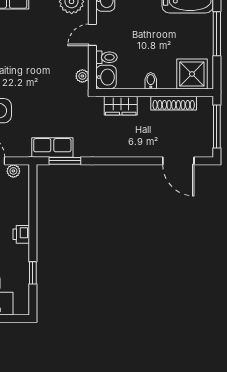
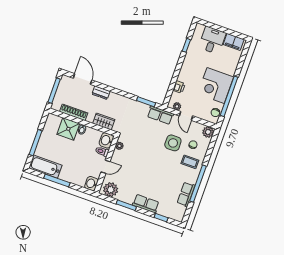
shower: (192, 74) -> (68, 129), moved
row of seats: (52, 148) -> (160, 115), moved
dresser: (142, 150) -> (101, 93), added
printer: (21, 234) -> (179, 87), moved

